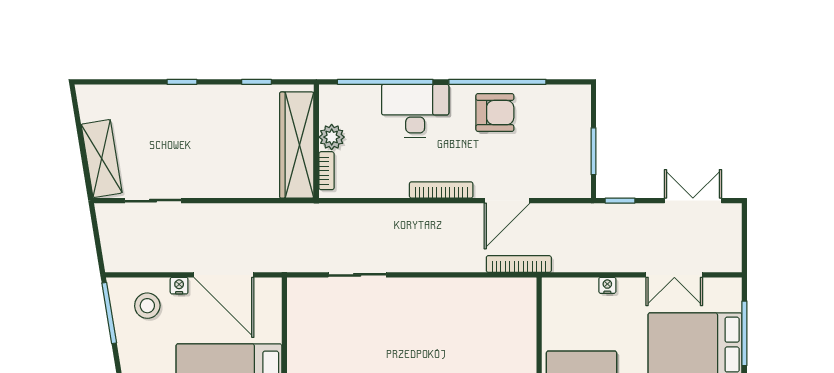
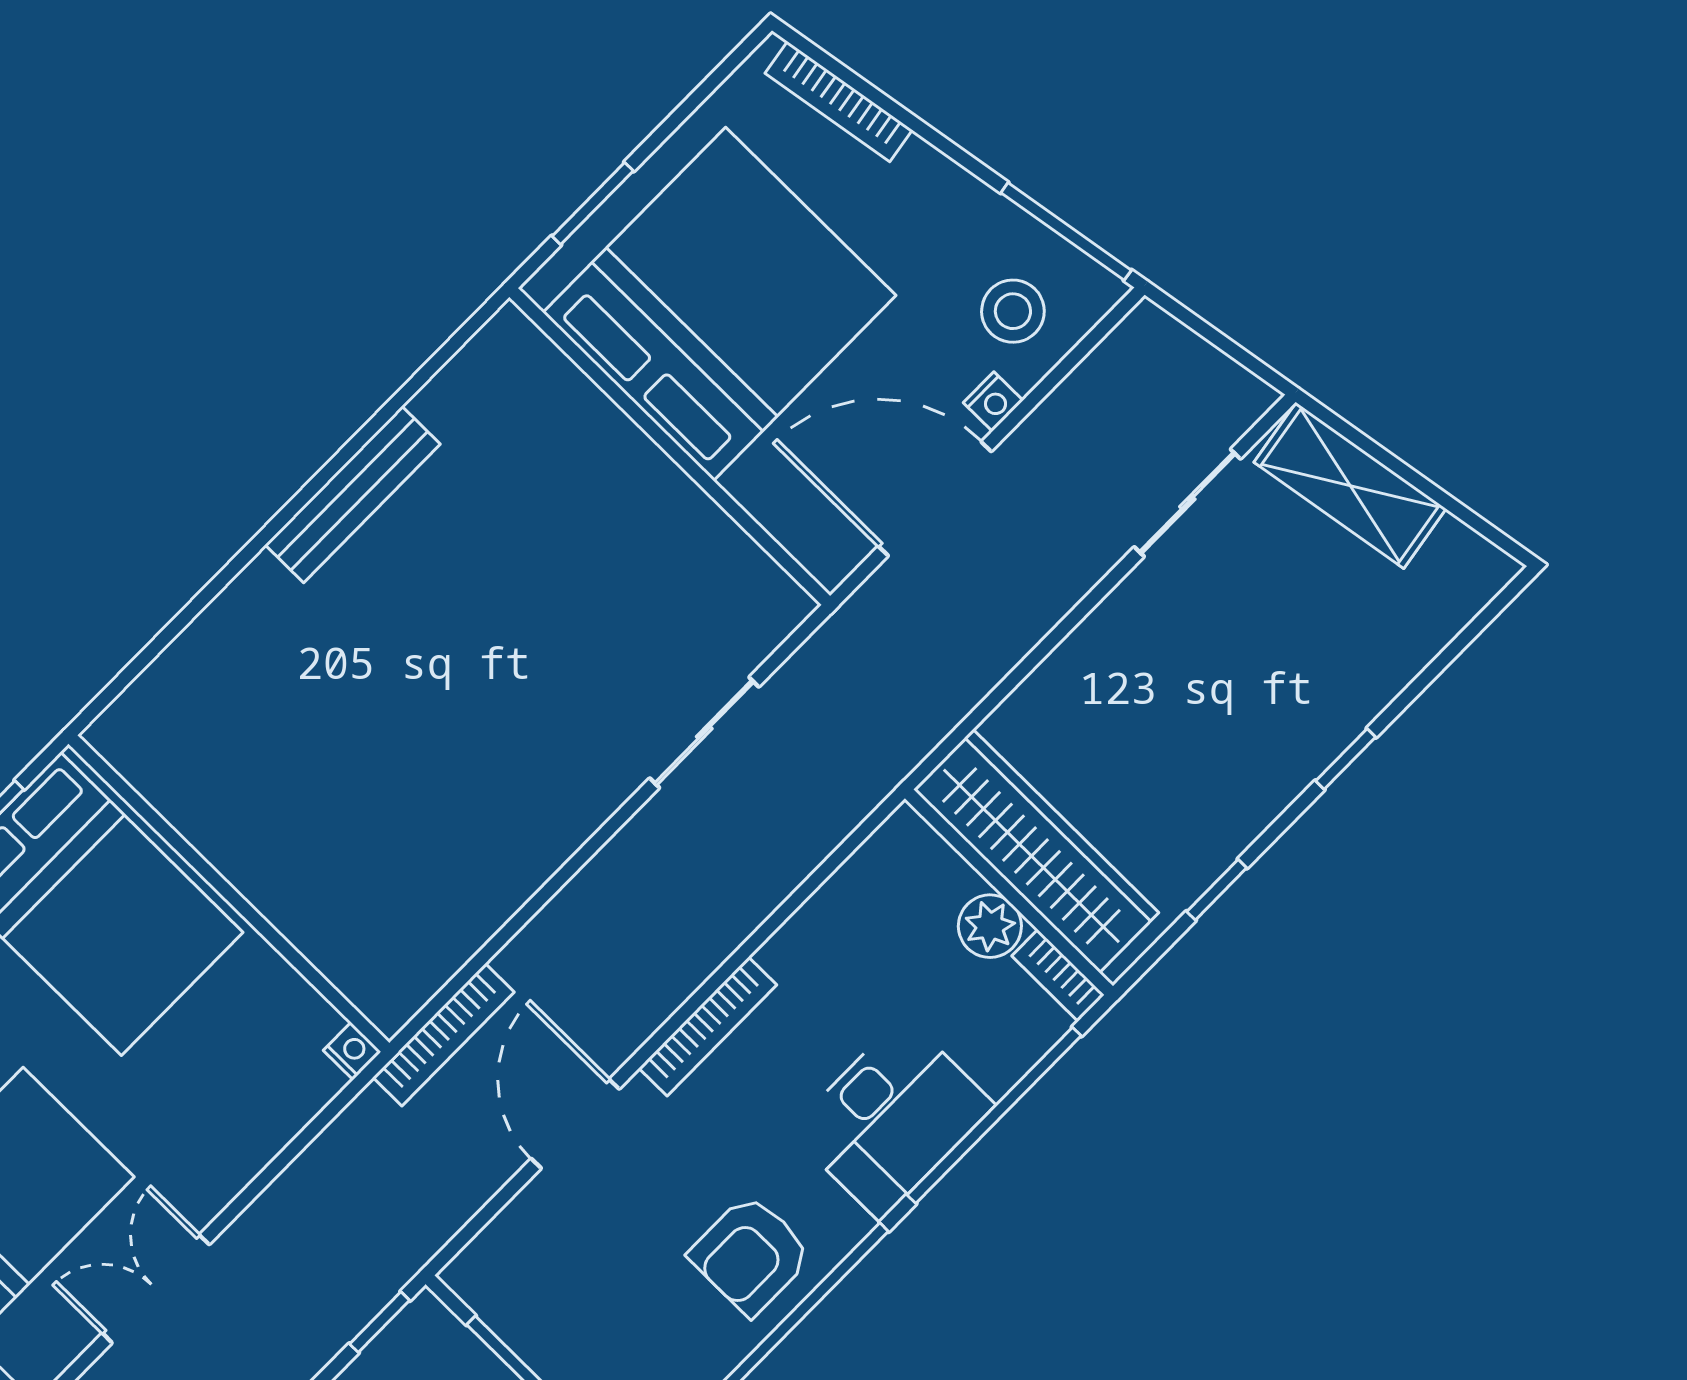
bookcase: (327, 171) -> (1058, 975), moved
nightstand: (607, 285) -> (352, 1051), moved, turned -90

